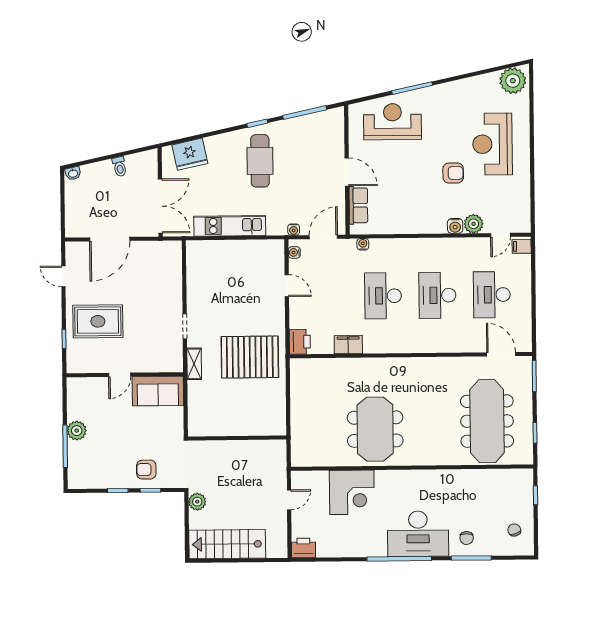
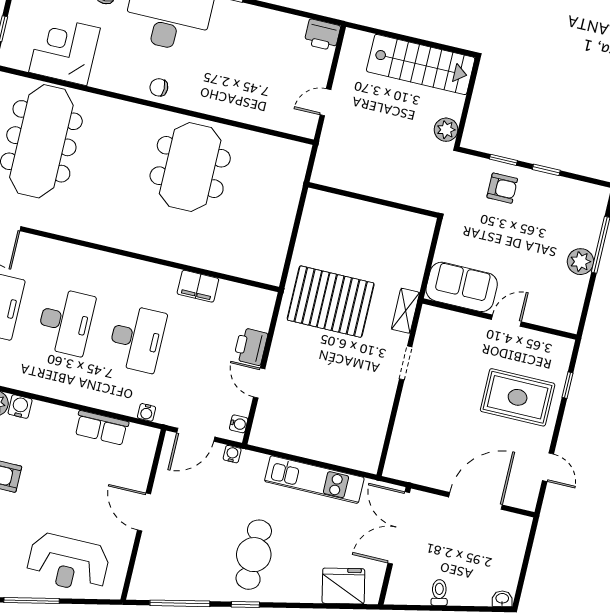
row of seats: (358, 205) -> (101, 428), moved, turned -90
printer: (300, 342) -> (251, 346), moved
chair: (412, 481) -> (159, 87), added
corner desk: (352, 492) -> (65, 50), moved

